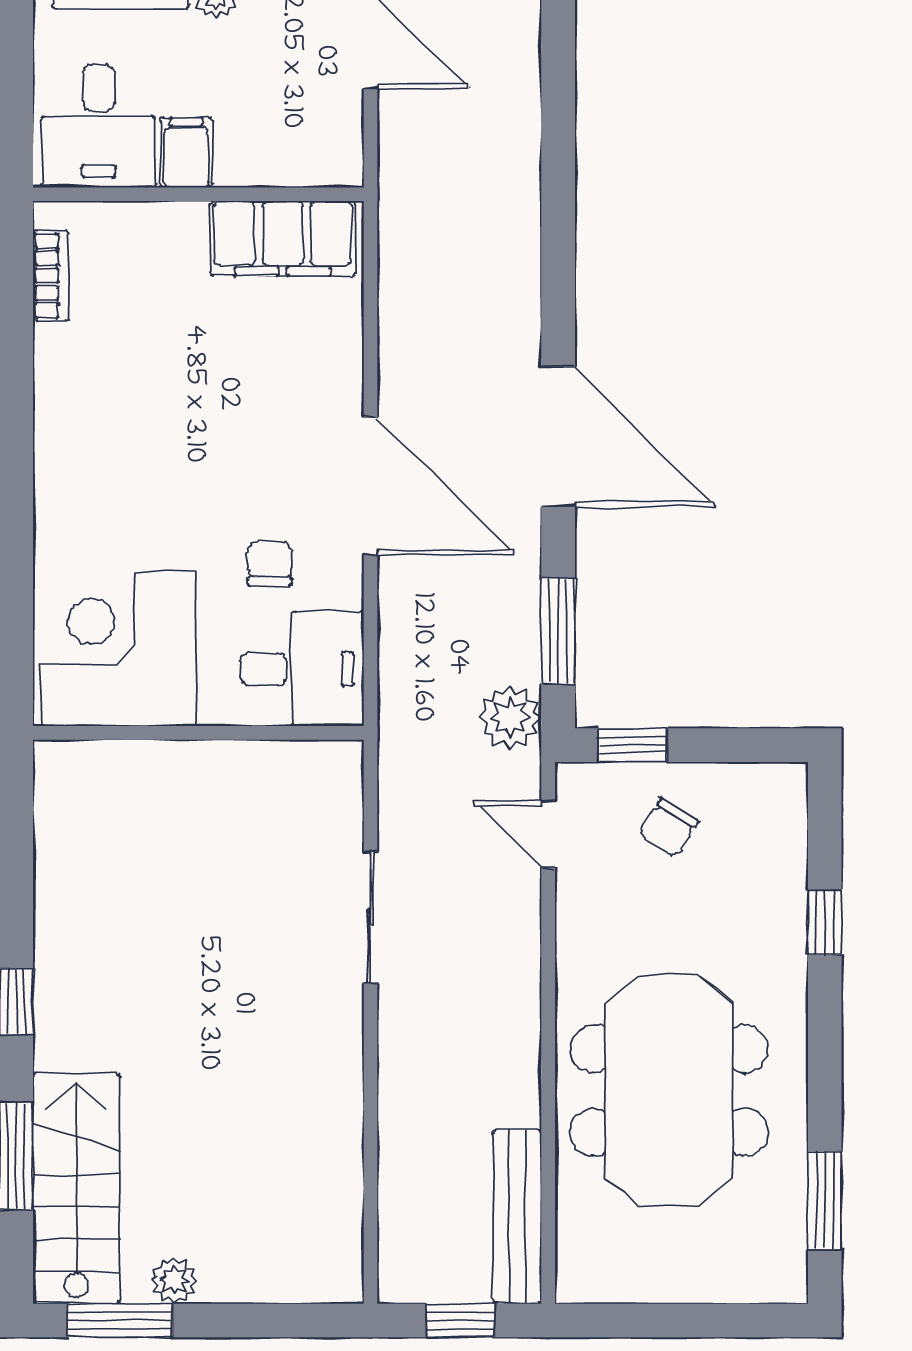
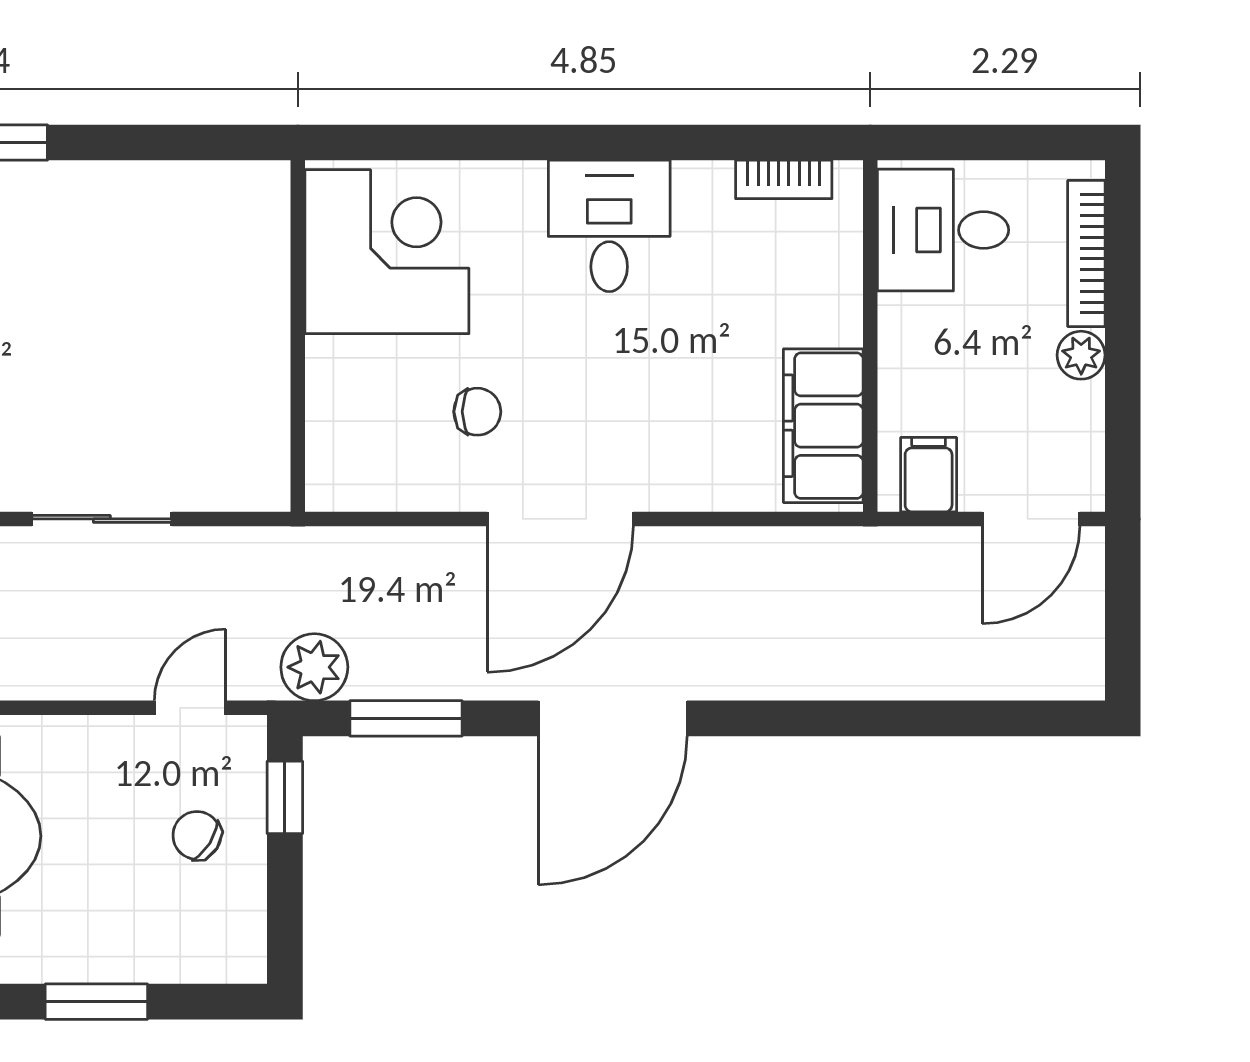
filing cabinet: (186, 152) -> (929, 475), moved, turned -90
desk: (302, 669) -> (609, 226), moved, turned 180
window: (825, 923) -> (96, 1002), width x1.50

